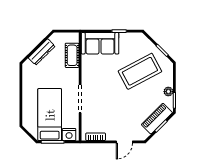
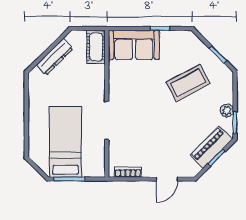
cot: (72, 55) -> (96, 47), moved
coffee table: (140, 71) -> (188, 83), width x0.73, depth x0.76
nightstand: (69, 134) -> (92, 169), removed

